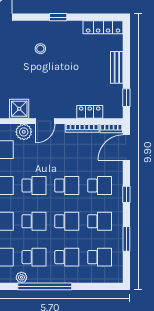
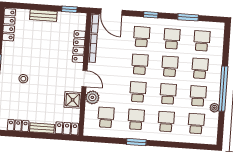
locker: (90, 112) -> (79, 47), width x1.53

